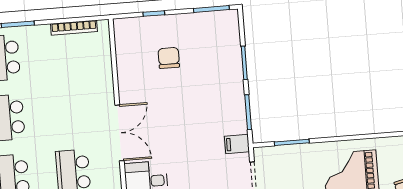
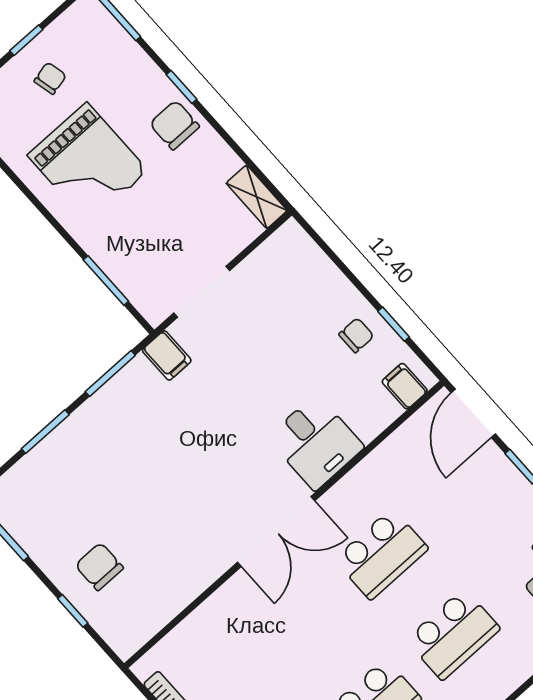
chair: (169, 58) -> (99, 567), moved, turned 90
double door: (120, 133) -> (276, 532), swing flipped

